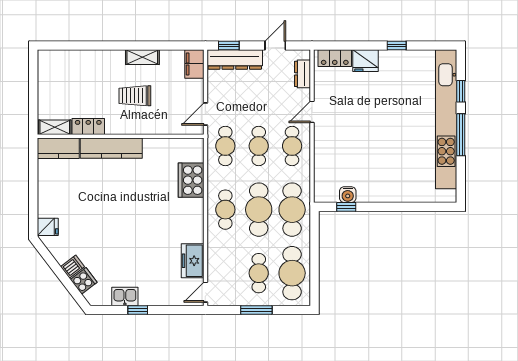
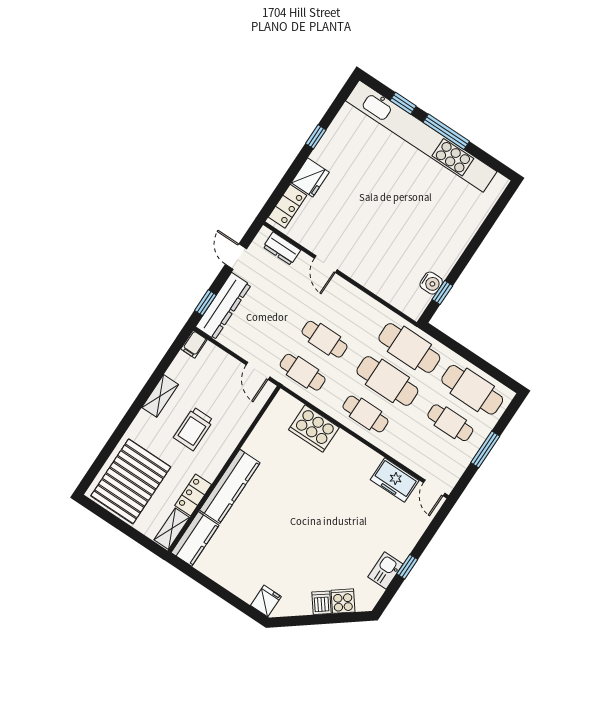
filing cabinet: (194, 64) -> (194, 344), width x0.50
pallet: (69, 76) -> (131, 481), added
cafe table: (292, 146) -> (346, 306), removed

